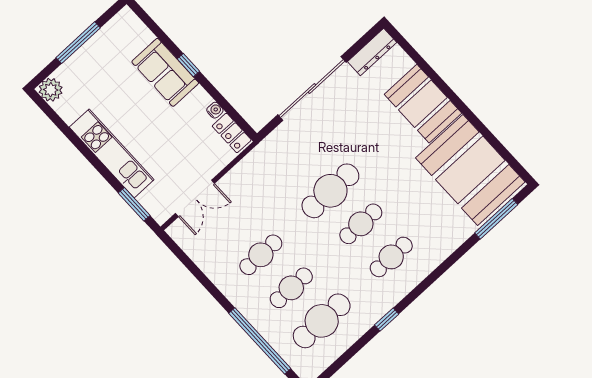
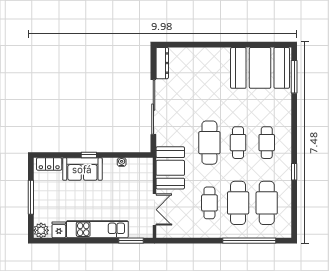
booth: (423, 104) -> (170, 168), moved, turned 90
fridge: (70, 110) -> (59, 230), added
locker: (232, 133) -> (49, 164), moved
cafe table: (291, 288) -> (238, 203), width x1.37, depth x1.35

